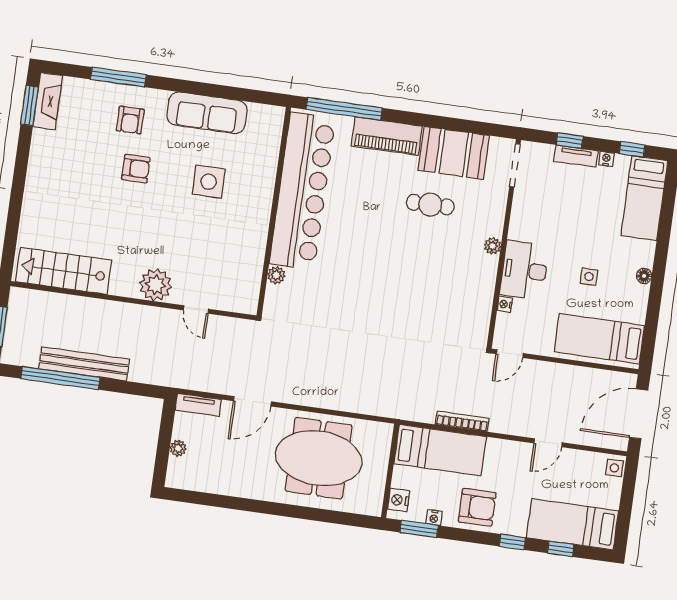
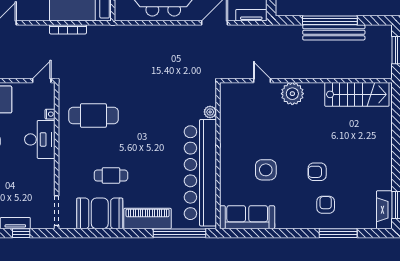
sofa: (207, 113) -> (247, 217), moved
plant: (493, 246) -> (64, 153), removed
cafe table: (443, 294) -> (93, 116), added
window: (61, 378) -> (330, 20), moved

